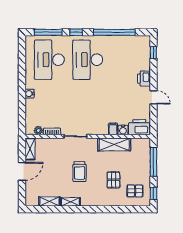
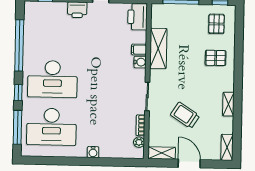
water cooler: (123, 130) -> (140, 62), moved
trolley: (80, 172) -> (185, 115), moved, turned -147
pallet: (113, 180) -> (216, 58), moved
shelving: (49, 201) -> (227, 147), moved

